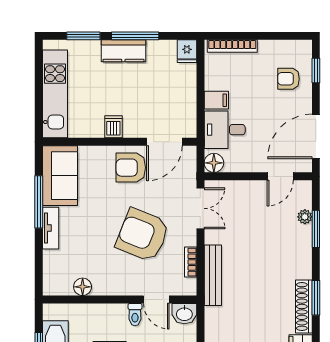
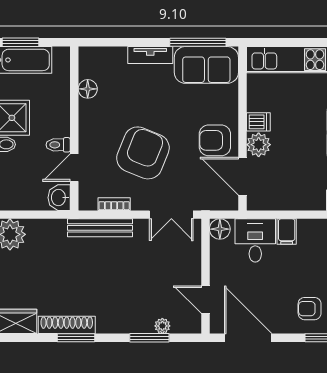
armchair: (289, 79) -> (310, 309), turned -90
plant: (135, 127) -> (259, 145), added
armchair: (131, 168) -> (215, 140), turned -90
window: (39, 202) -> (198, 42), moved

